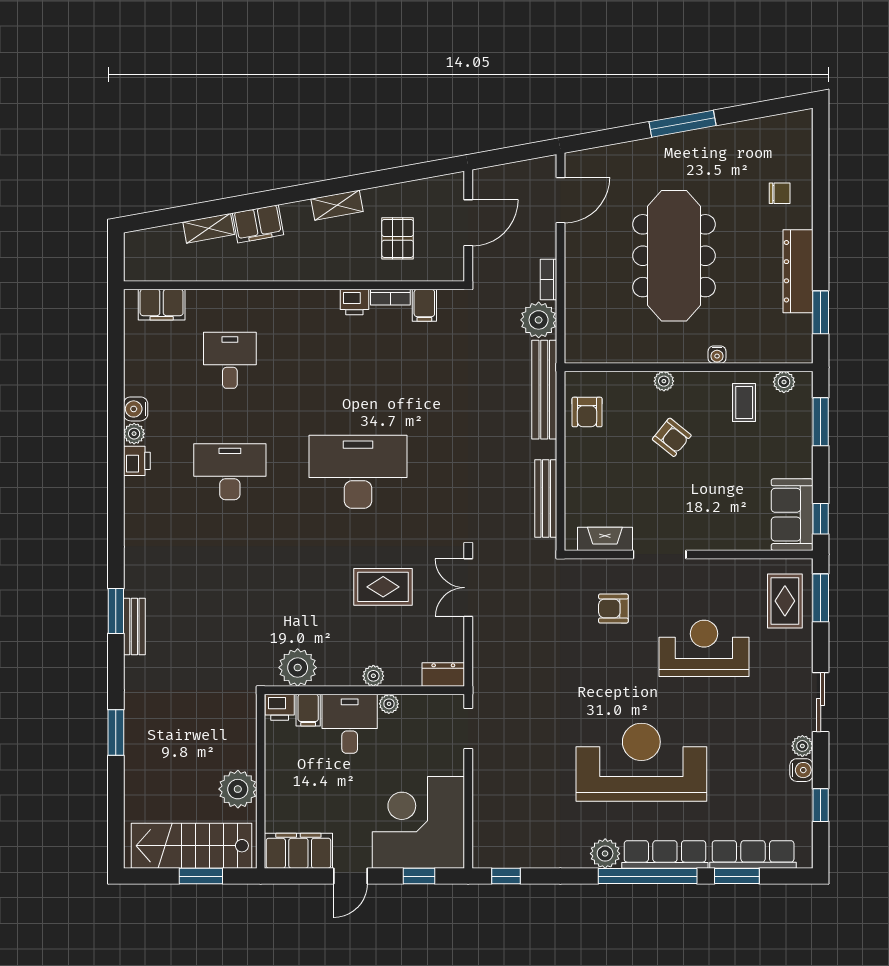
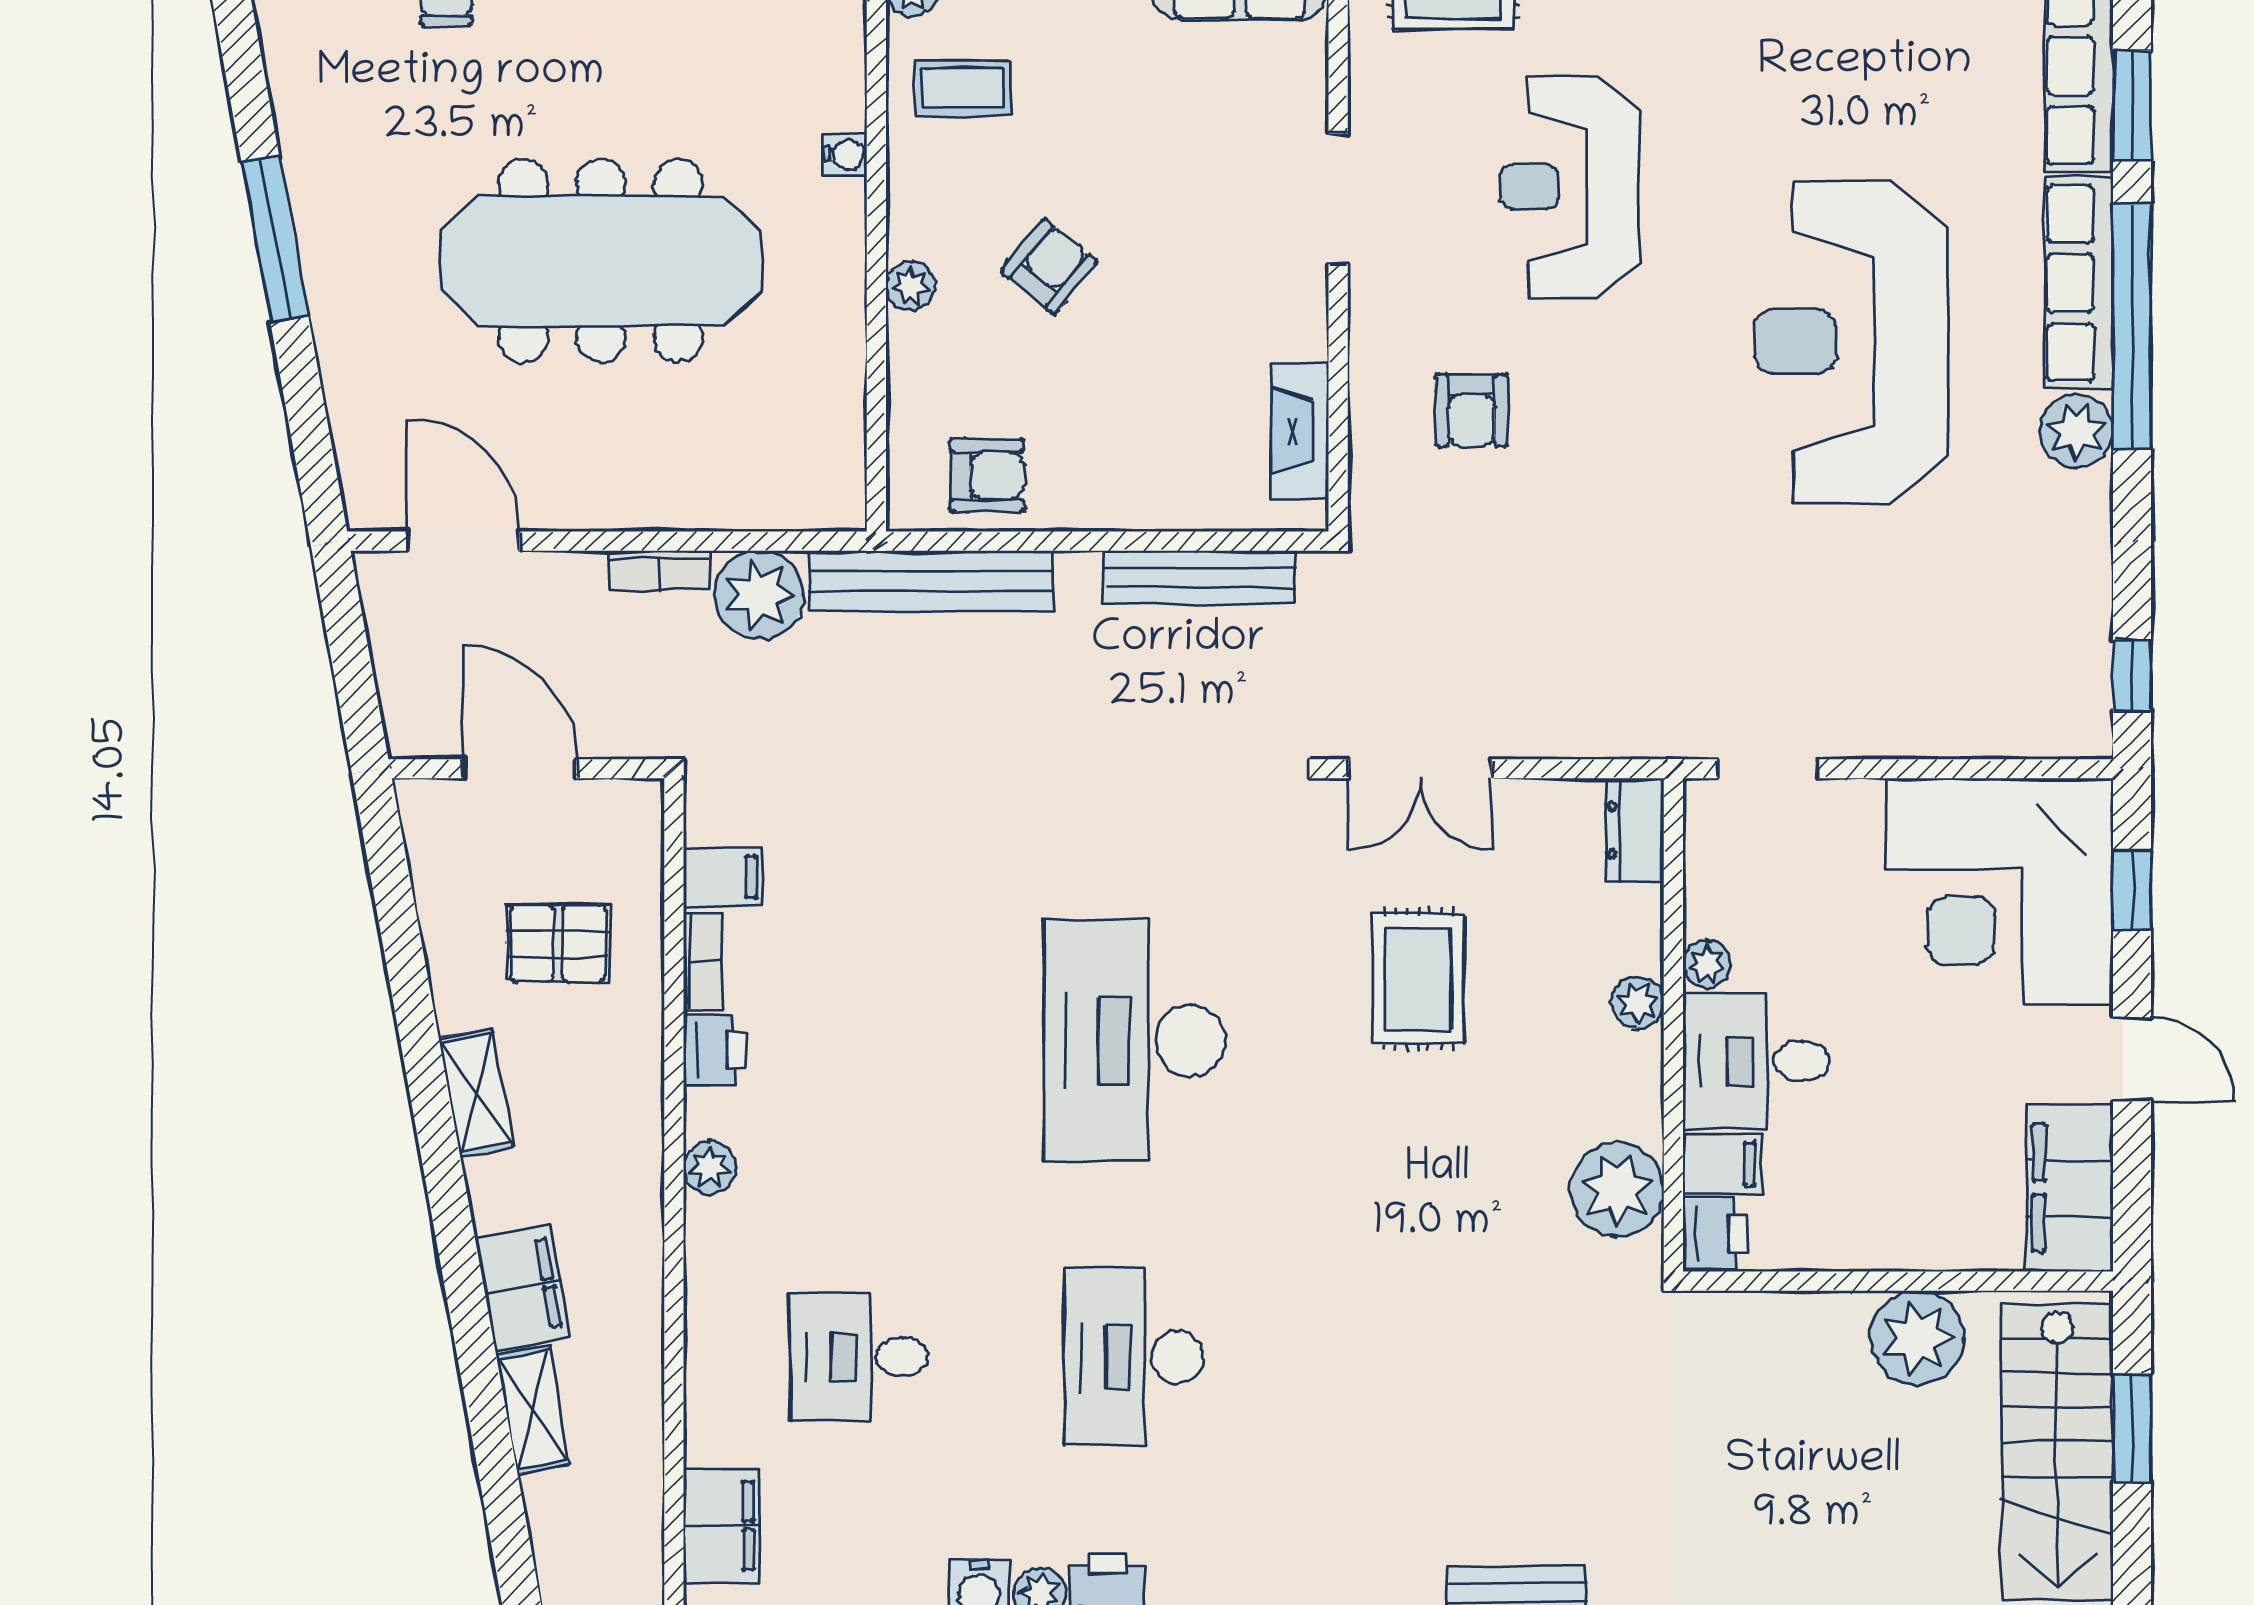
plant: (307, 300) -> (709, 1168), added
doorway: (660, 554) -> (1338, 199), moved

